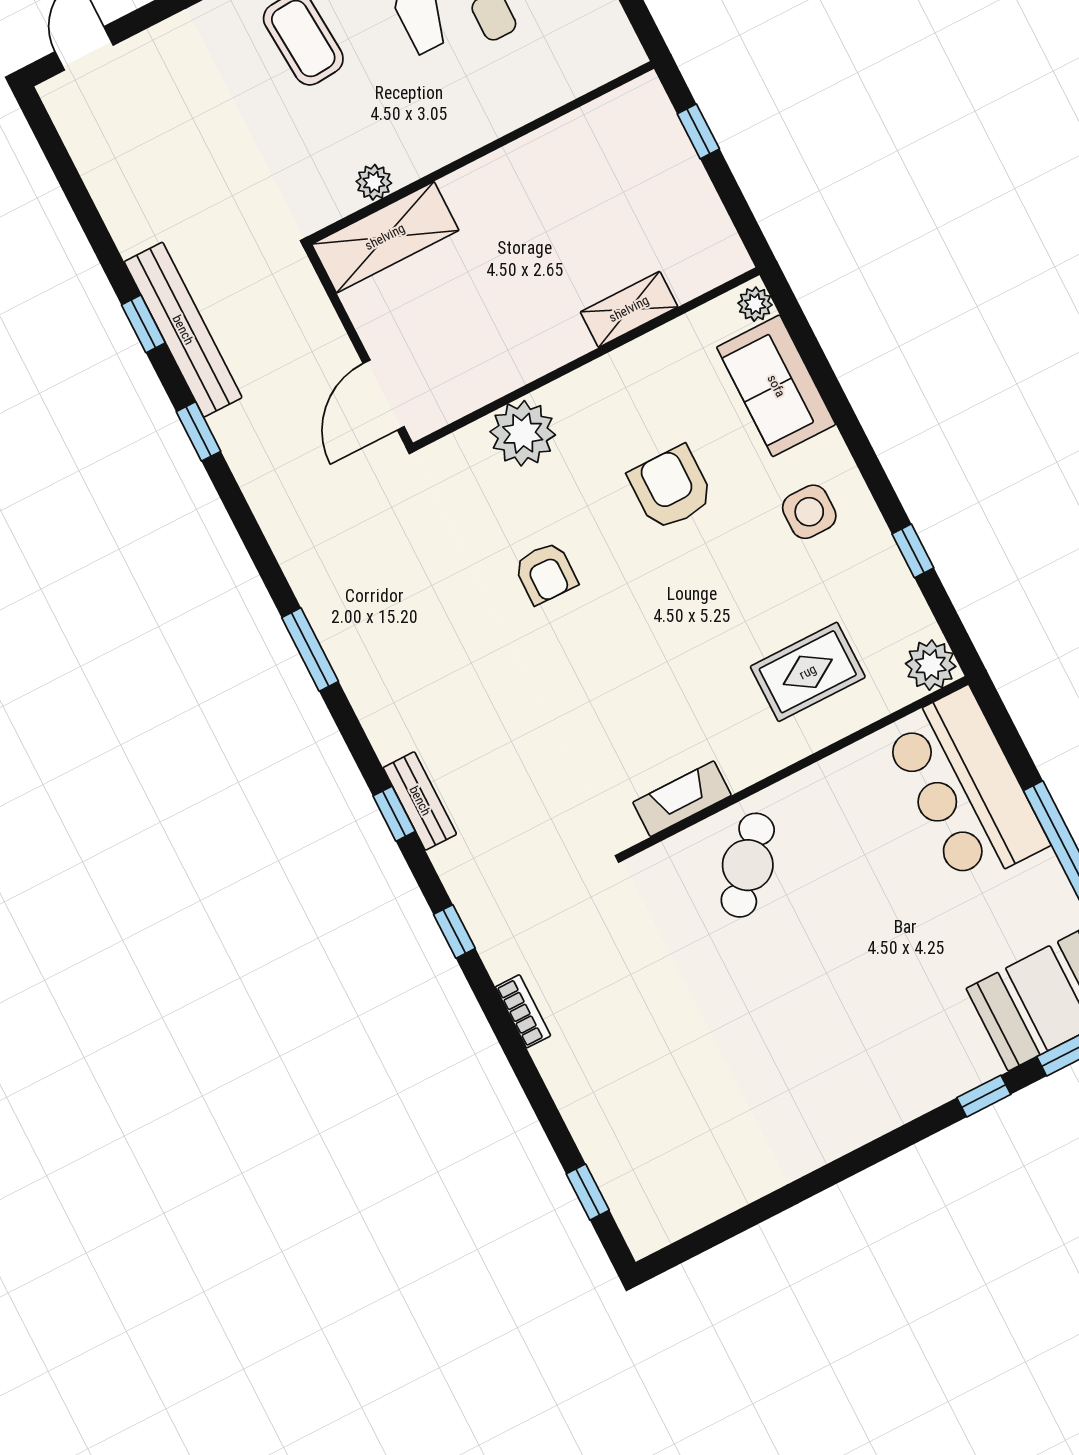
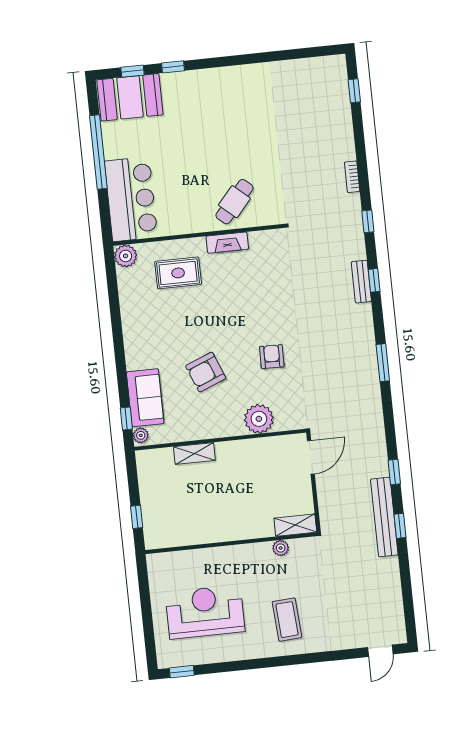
shelving: (385, 237) -> (295, 525), width x0.67, depth x0.75
armchair: (671, 488) -> (206, 372), turned 68
side table: (809, 512) -> (152, 340), removed
window: (913, 551) -> (126, 418), moved
fireplace: (682, 799) -> (227, 243), moved

